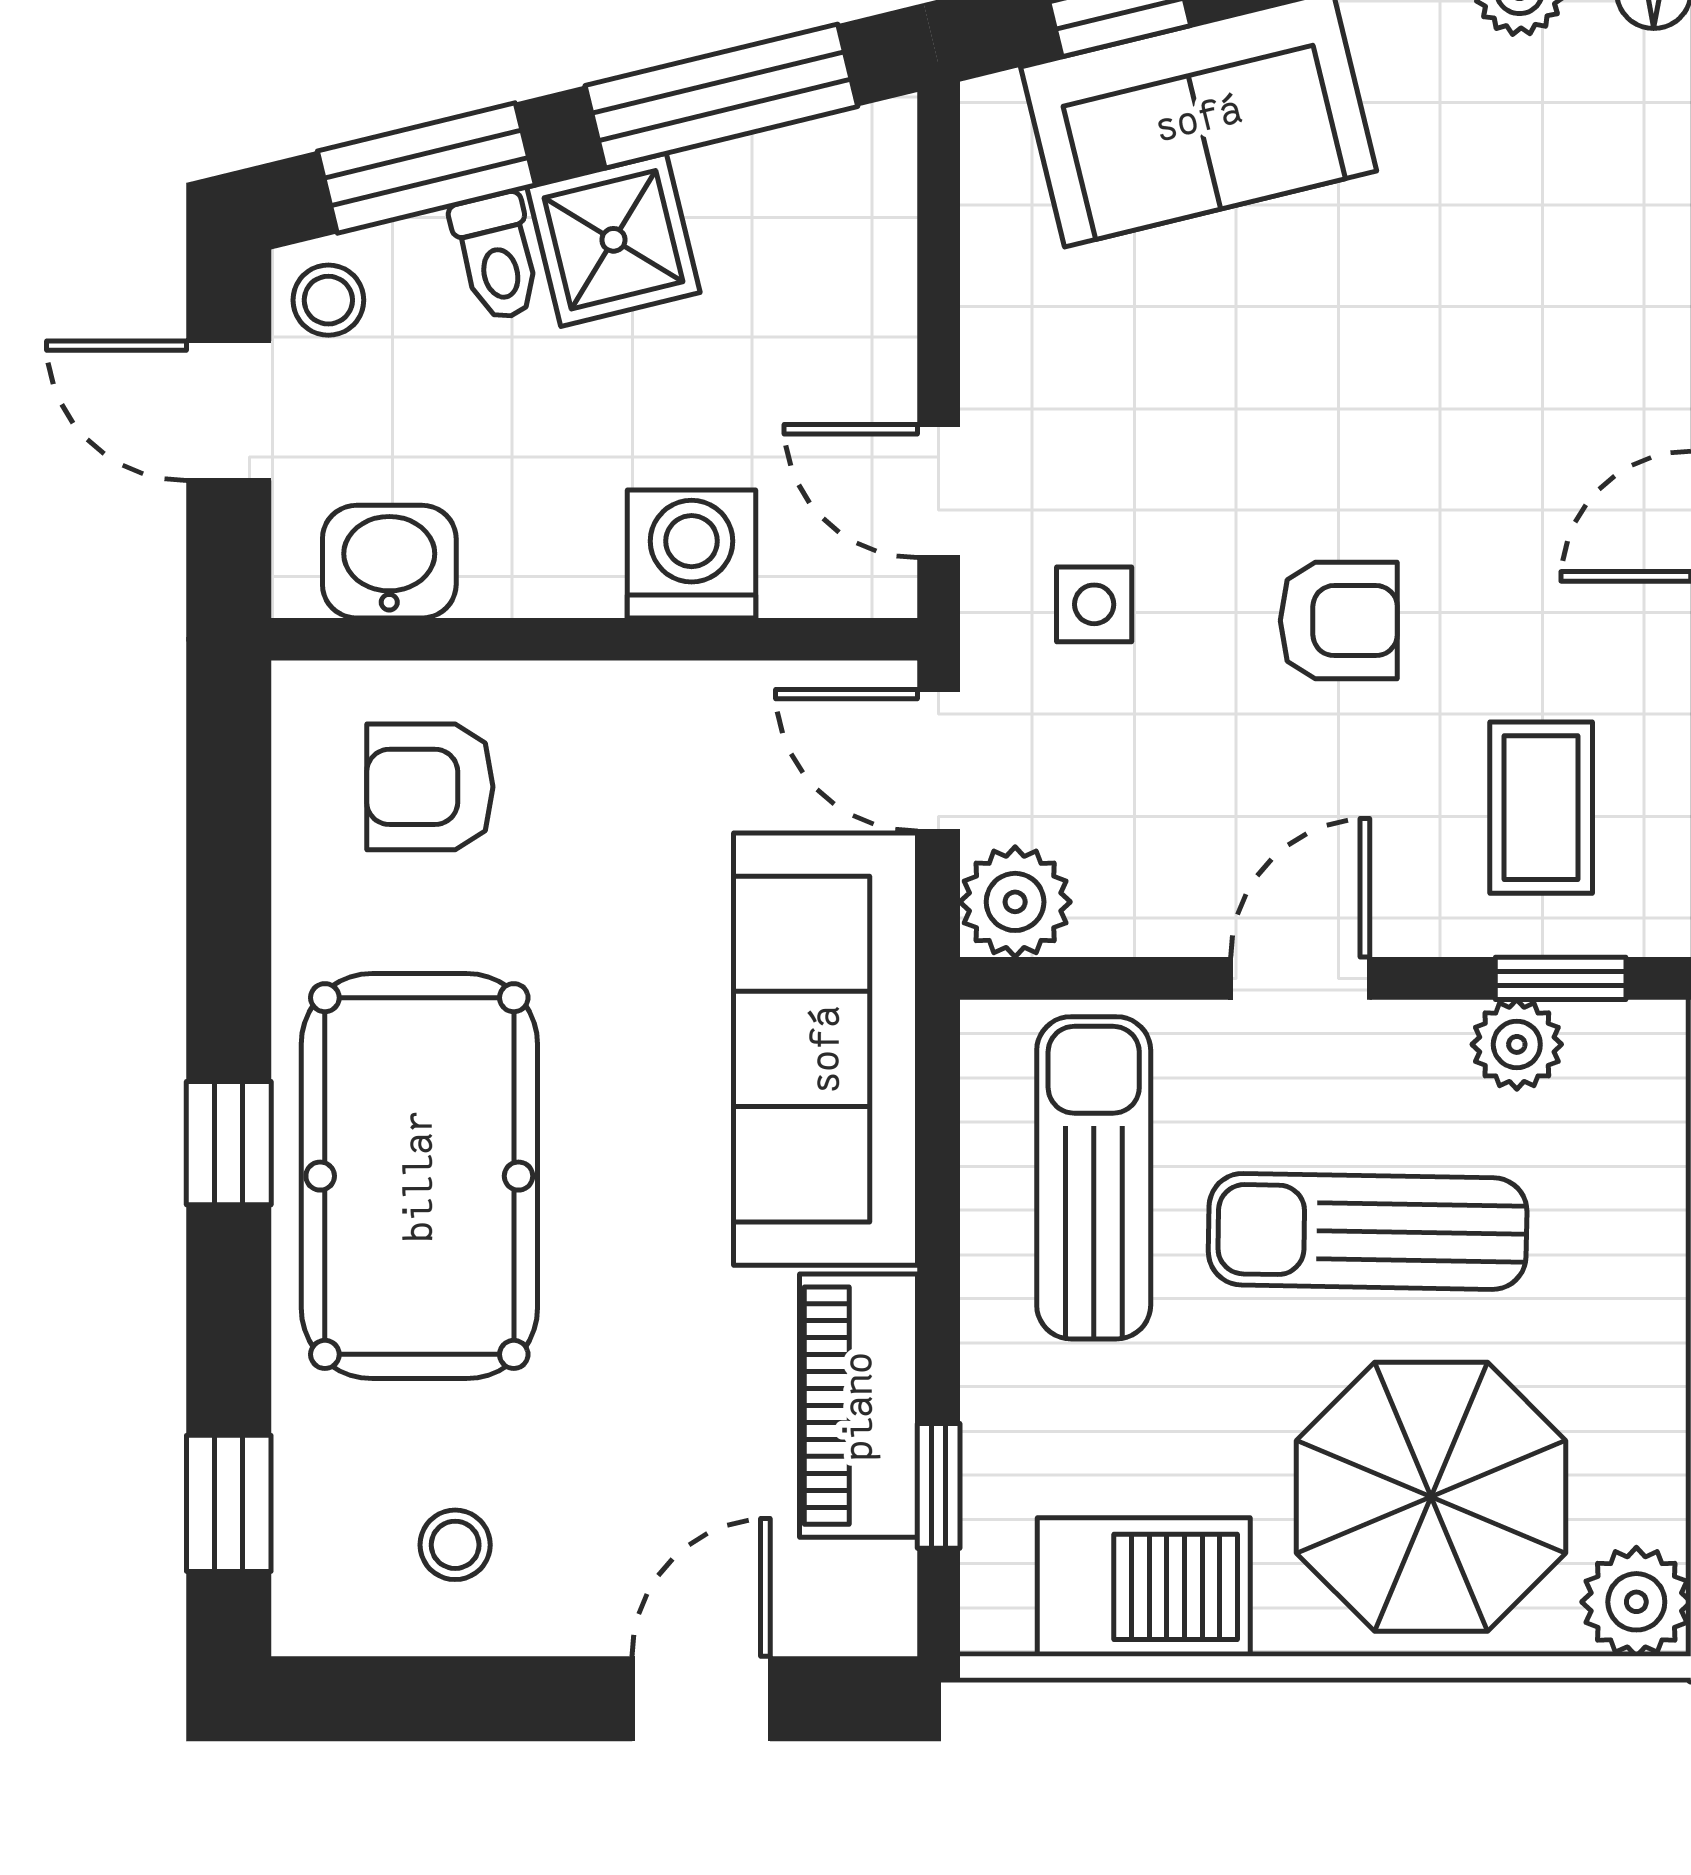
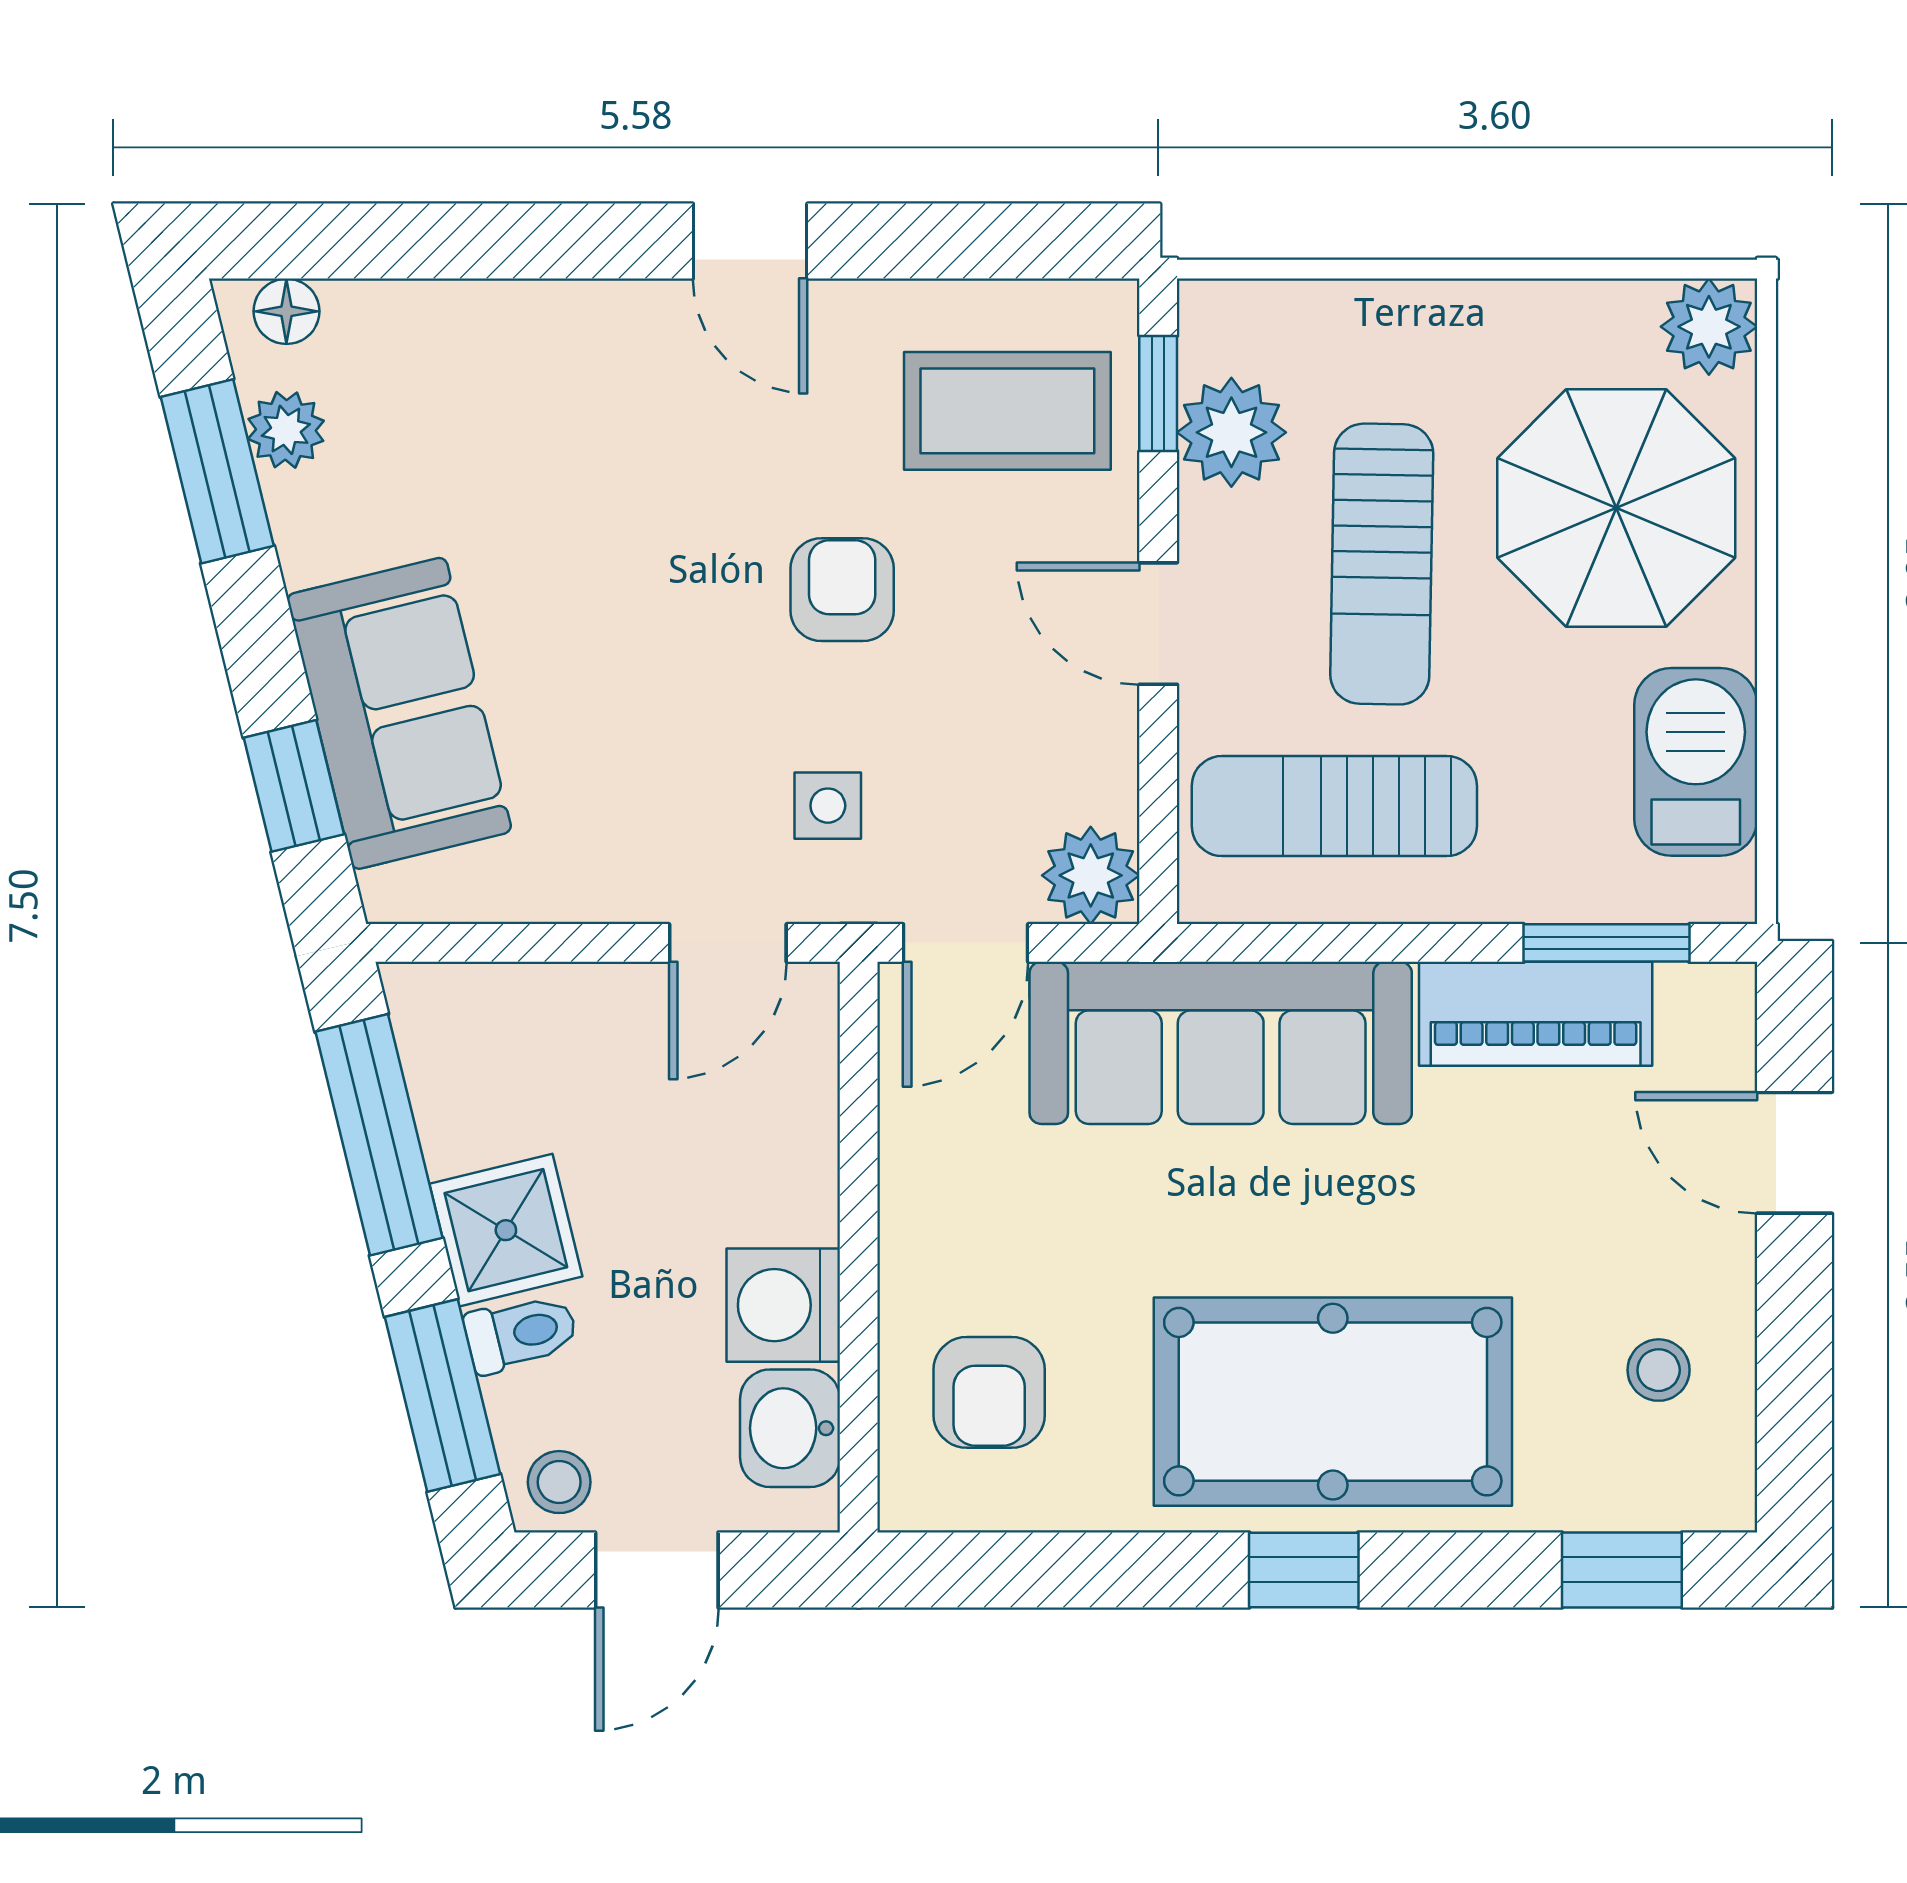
washing machine: (692, 554) -> (783, 1305), moved
coffee table: (1541, 808) -> (1007, 411), width x1.36, depth x1.30
plant: (1517, 1044) -> (1231, 432), width x1.38, depth x1.38
window: (939, 1486) -> (1606, 943), width x1.50

